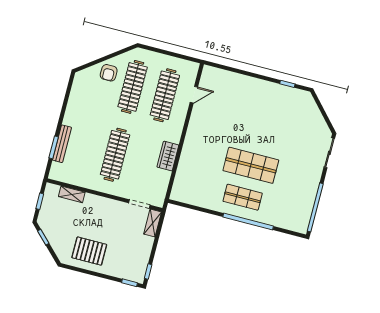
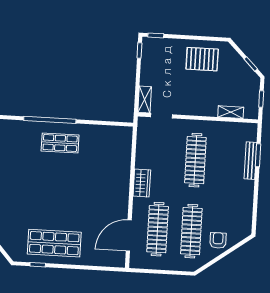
door: (194, 95) -> (129, 235), width x1.88
wardrobe: (168, 156) -> (142, 183), moved
shop shelf: (251, 165) -> (54, 243), moved

